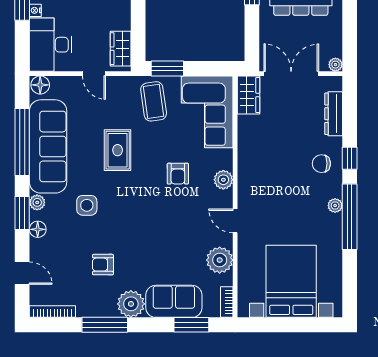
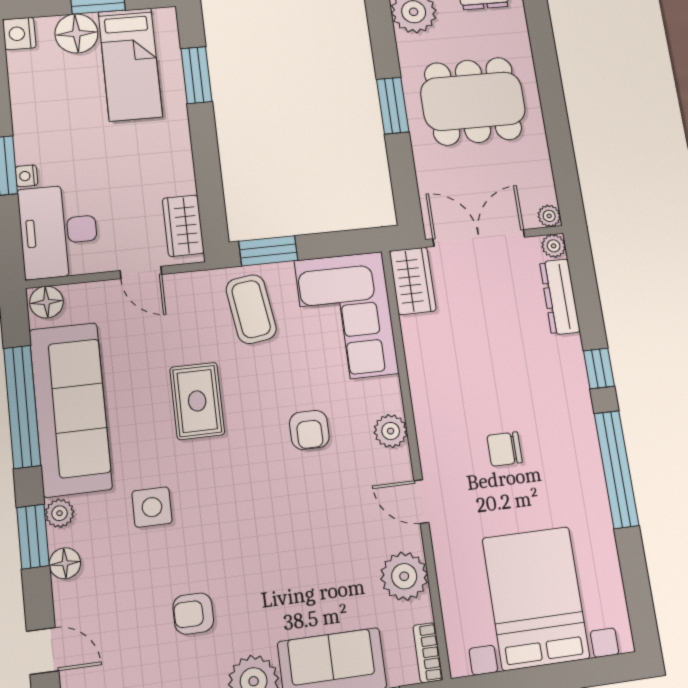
chair: (321, 164) -> (505, 449), moved
plant: (335, 206) -> (554, 246), moved

